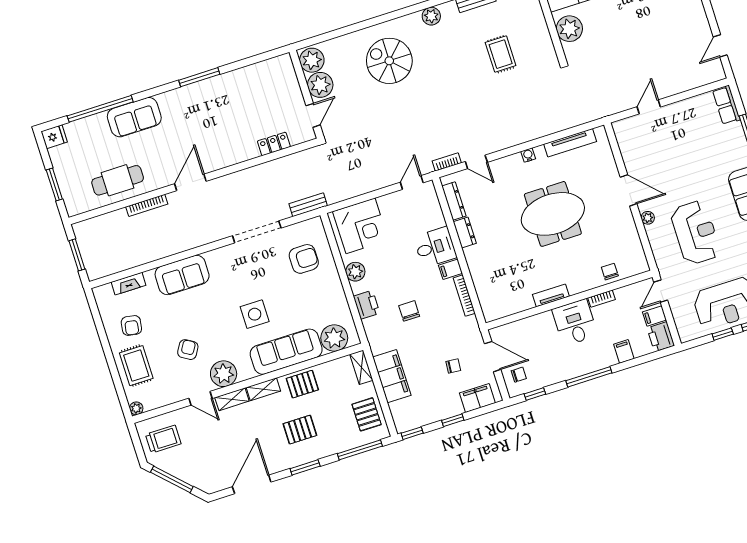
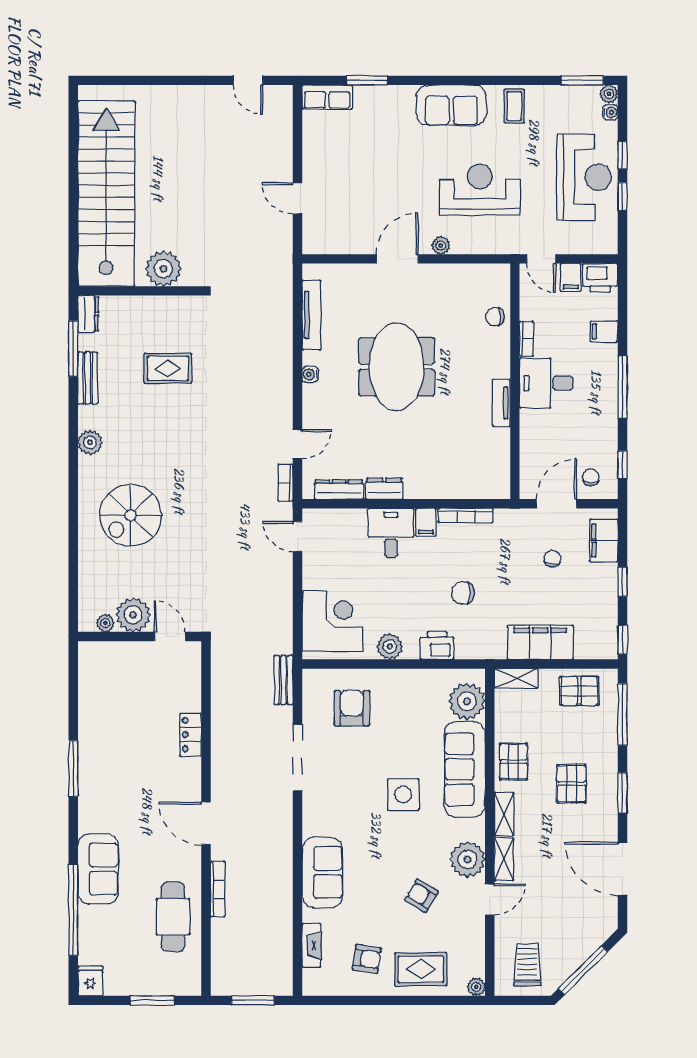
plant: (312, 60) -> (105, 623), width x0.53, depth x0.53
locker: (274, 144) -> (191, 735), moved

